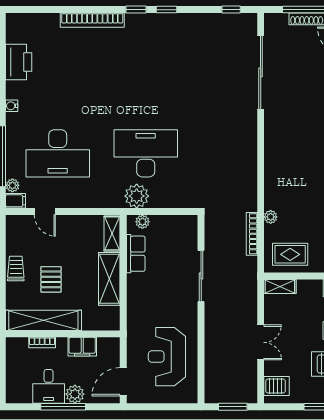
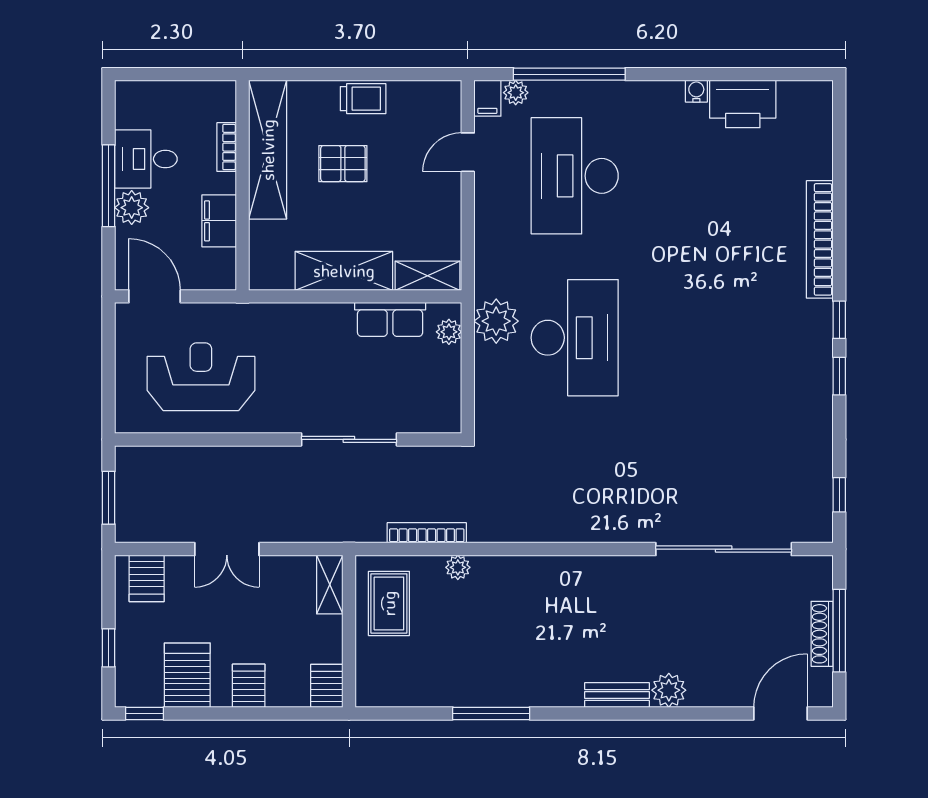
water cooler: (12, 106) -> (696, 91), moved

